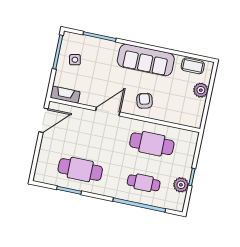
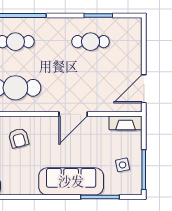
sofa: (146, 60) -> (71, 181), moved
armchair: (144, 101) -> (19, 138), moved
cafe table: (80, 170) -> (91, 42), width x0.73, depth x0.74

